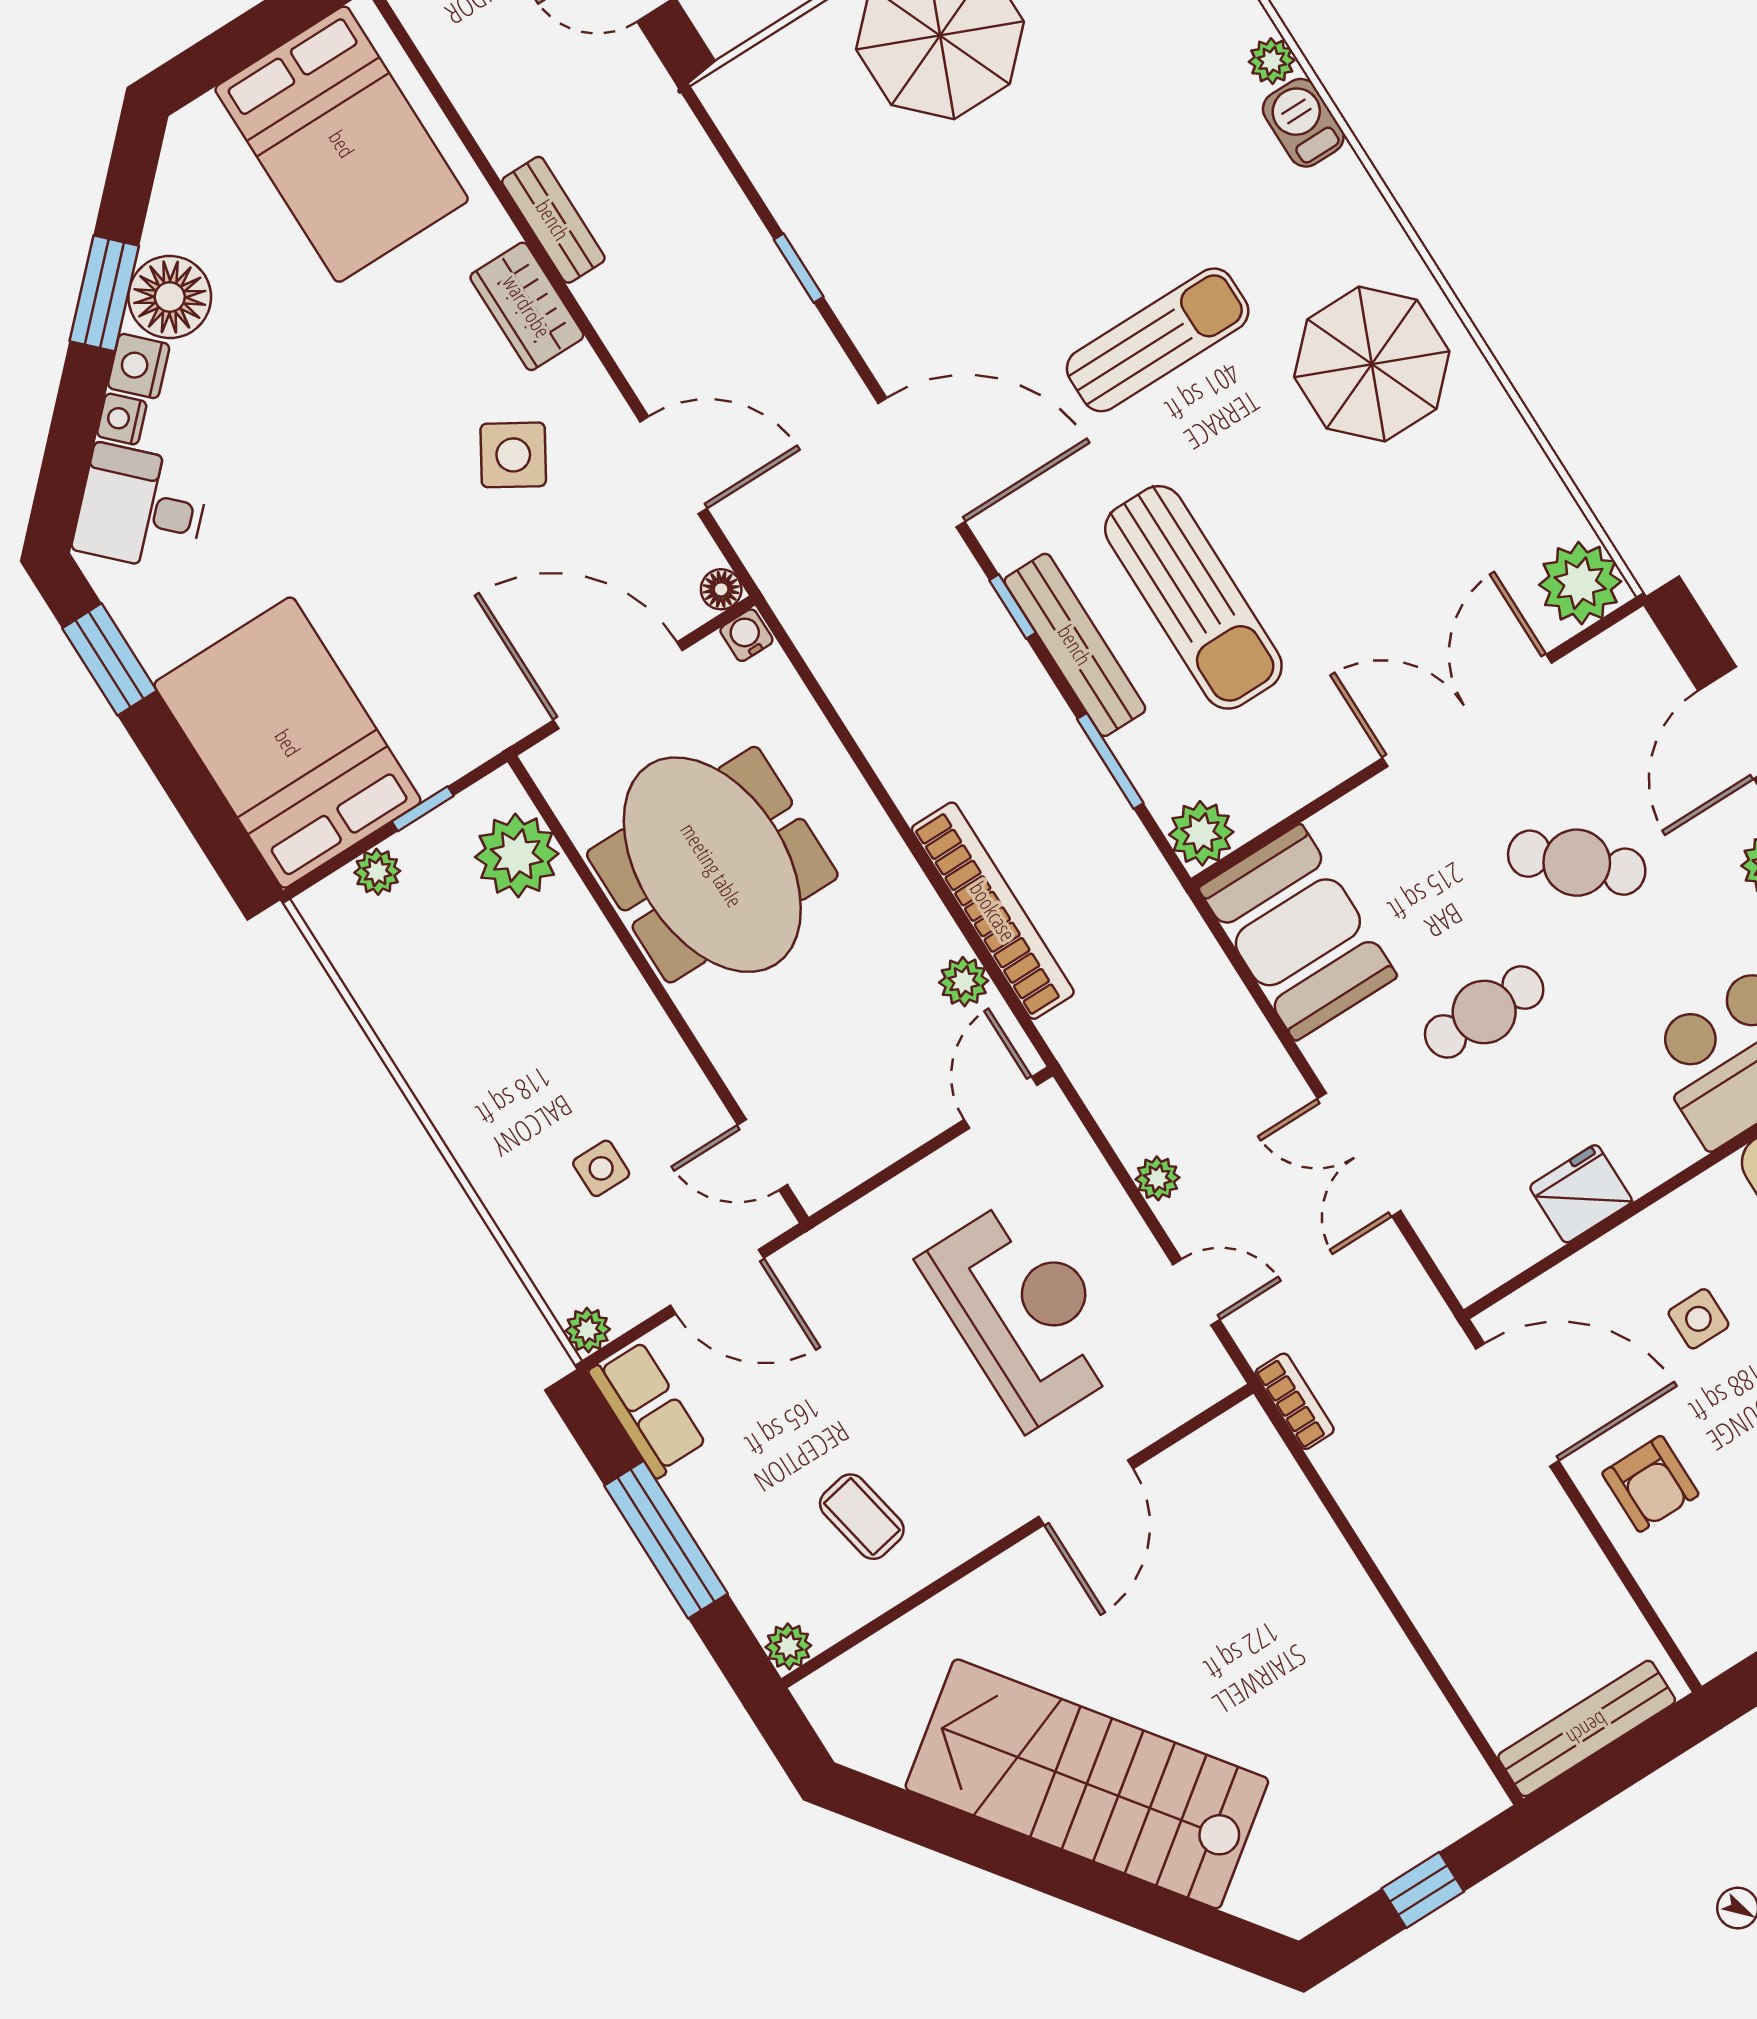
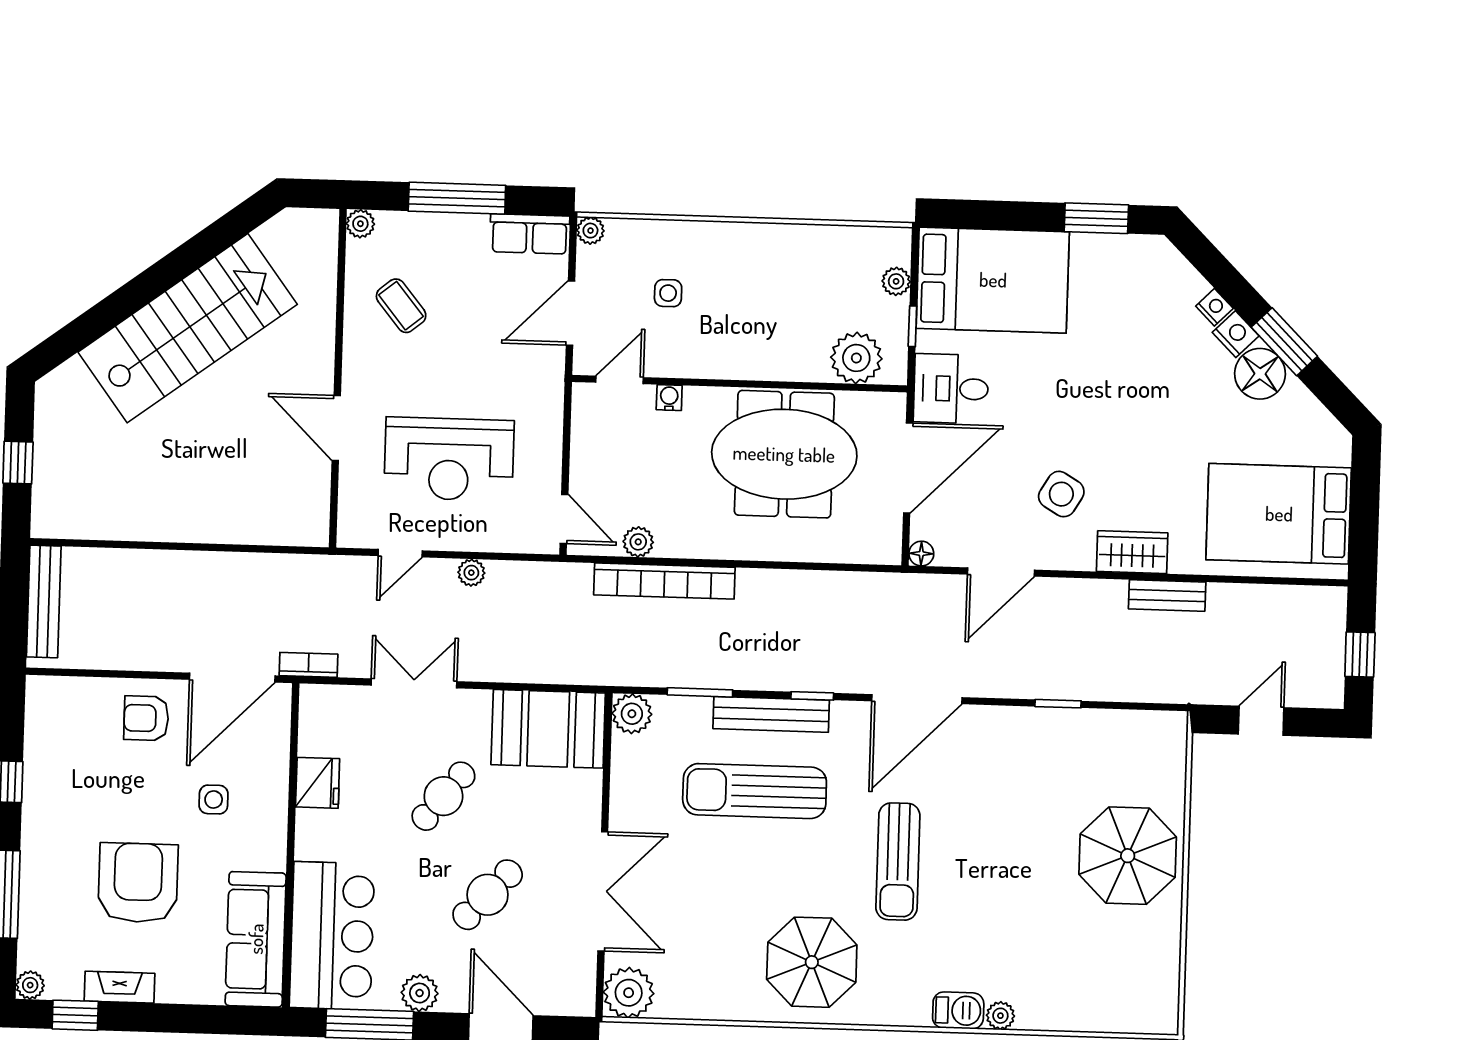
desk: (141, 508) -> (951, 389), moved, turned -135
water cooler: (746, 635) -> (669, 398), moved, turned -90
cafe table: (1484, 1012) -> (443, 796), turned 39
bookcase: (1295, 1401) -> (309, 665), moved, turned 180
coffee table: (862, 1517) -> (401, 306), turned 62

